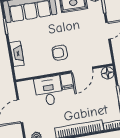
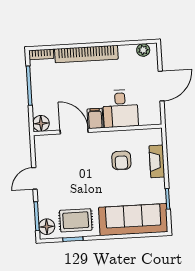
armchair: (60, 53) -> (121, 160), moved, turned 90
door: (82, 70) -> (74, 131), hinge flipped

